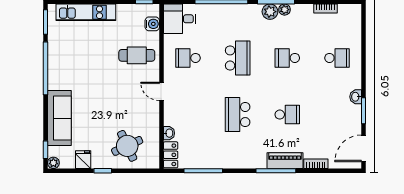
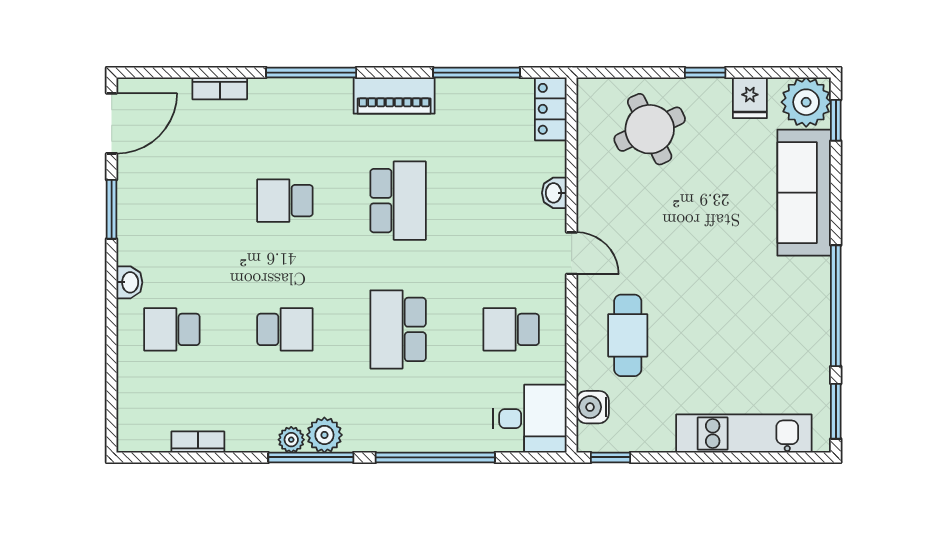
cafe table: (137, 55) -> (628, 335), turned 90
school desk: (188, 58) -> (511, 329), turned 180
washbasin: (356, 97) -> (129, 282), moved
washbasin: (169, 133) -> (554, 193), moved
piano: (285, 161) -> (394, 96), moved
plant: (53, 163) -> (806, 102), width x1.88, depth x1.88

